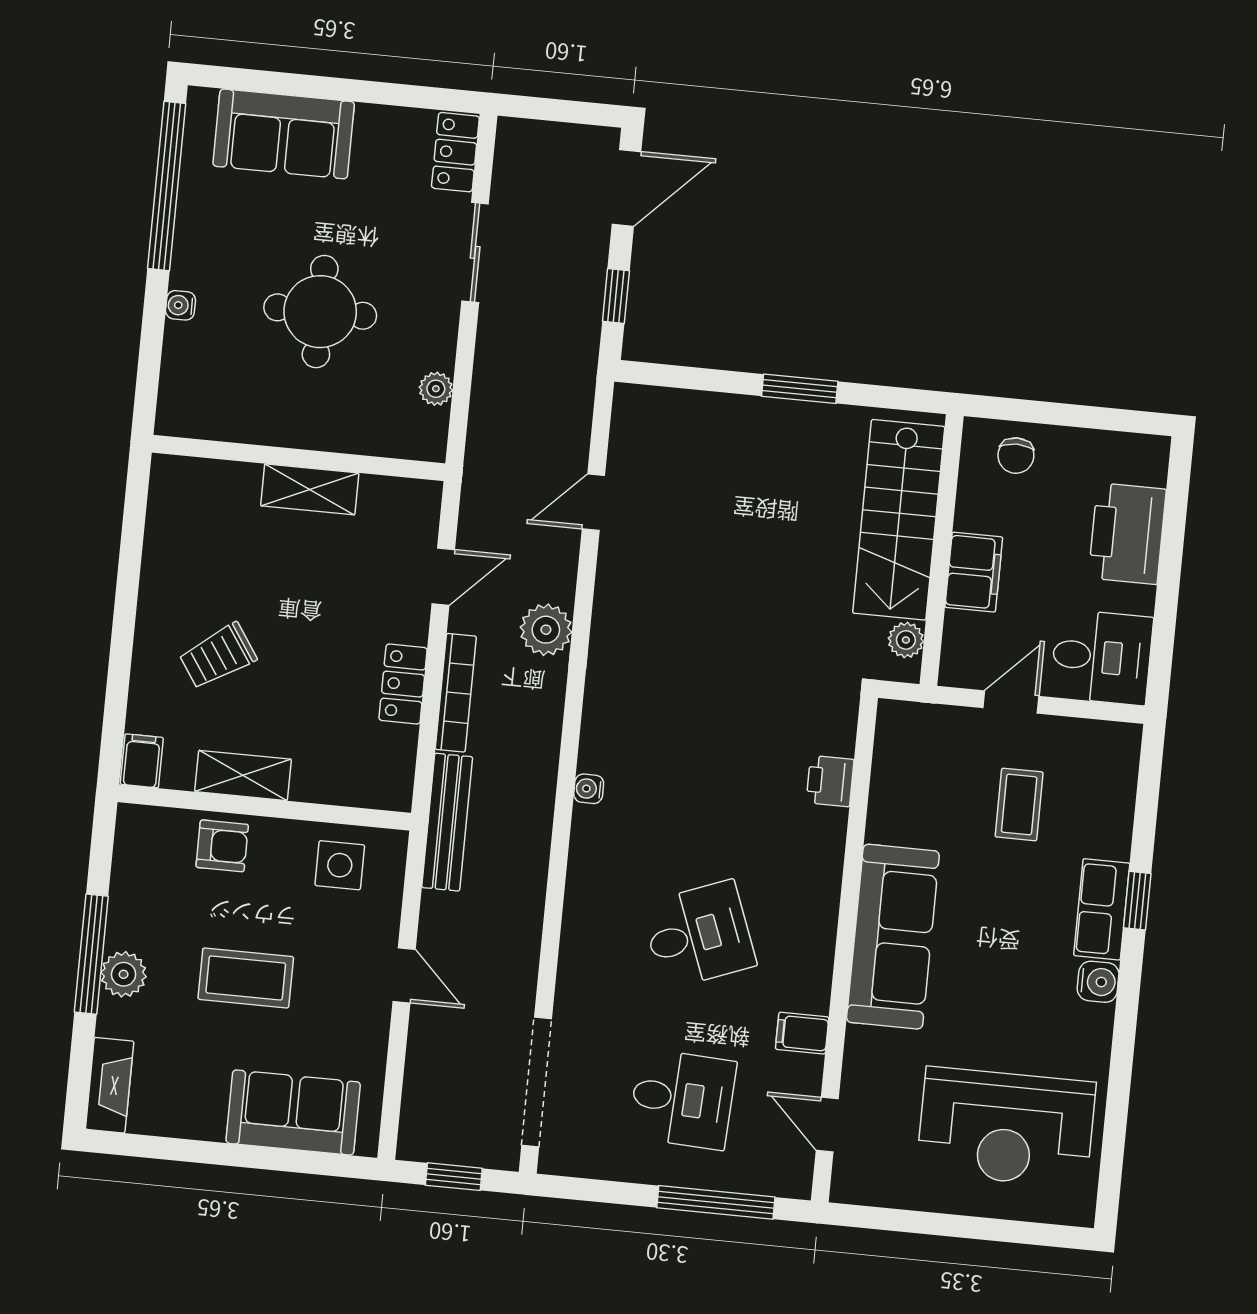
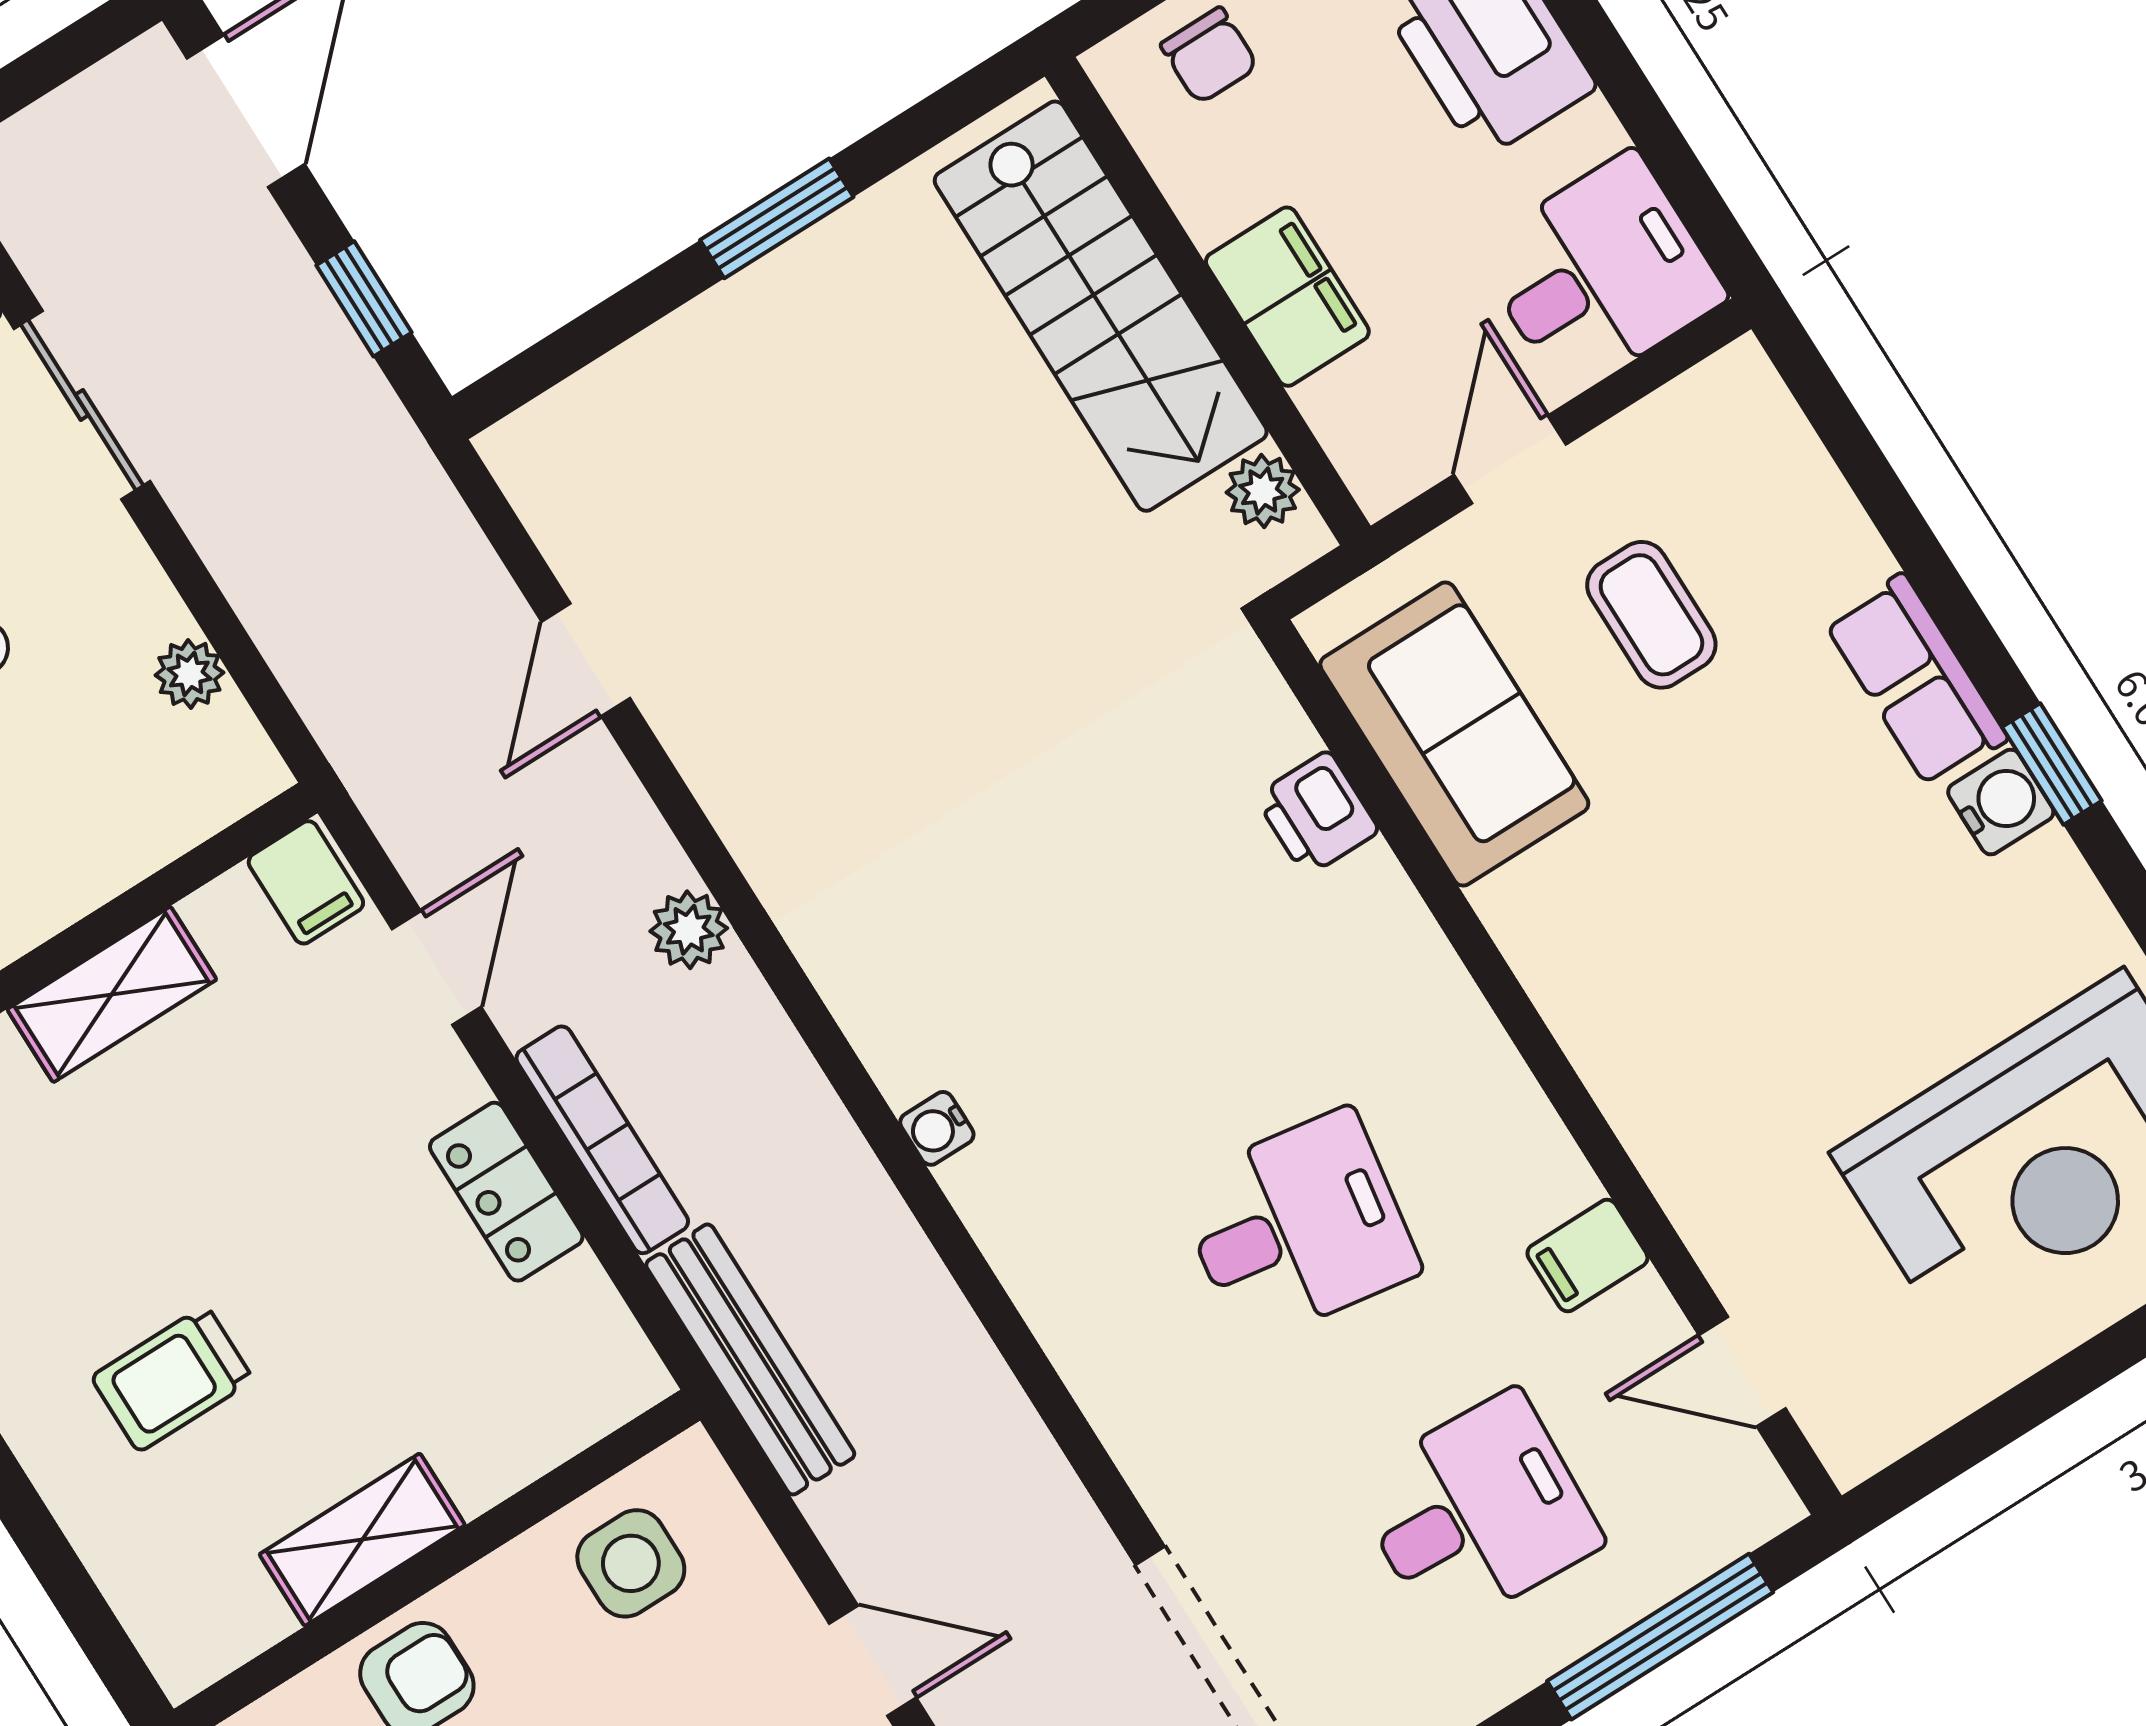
plant: (546, 630) -> (689, 930), width x0.73, depth x0.73
trolley: (218, 656) -> (172, 1379), turned 34
filing cabinet: (142, 761) -> (306, 882), moved, turned 180
window: (1137, 901) -> (2052, 764), moved
desk: (698, 935) -> (1297, 1227), turned 30
sofa: (893, 937) -> (1454, 734), moved, width x0.73

